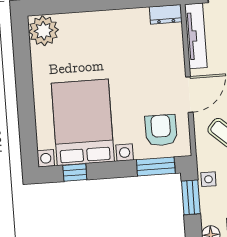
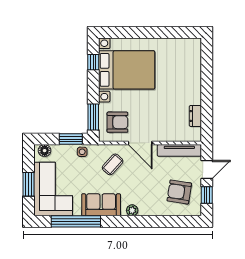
dresser: (166, 14) -> (195, 116), moved
plant: (44, 31) -> (190, 48), removed

